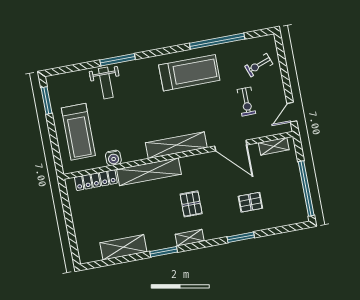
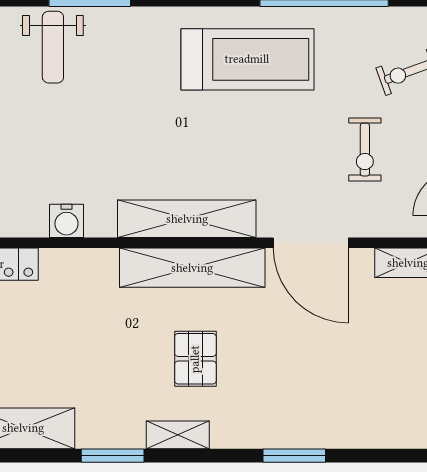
water cooler: (113, 158) -> (66, 221), moved
shelving: (149, 172) -> (192, 268), moved
pallet: (250, 202) -> (331, 380), removed

